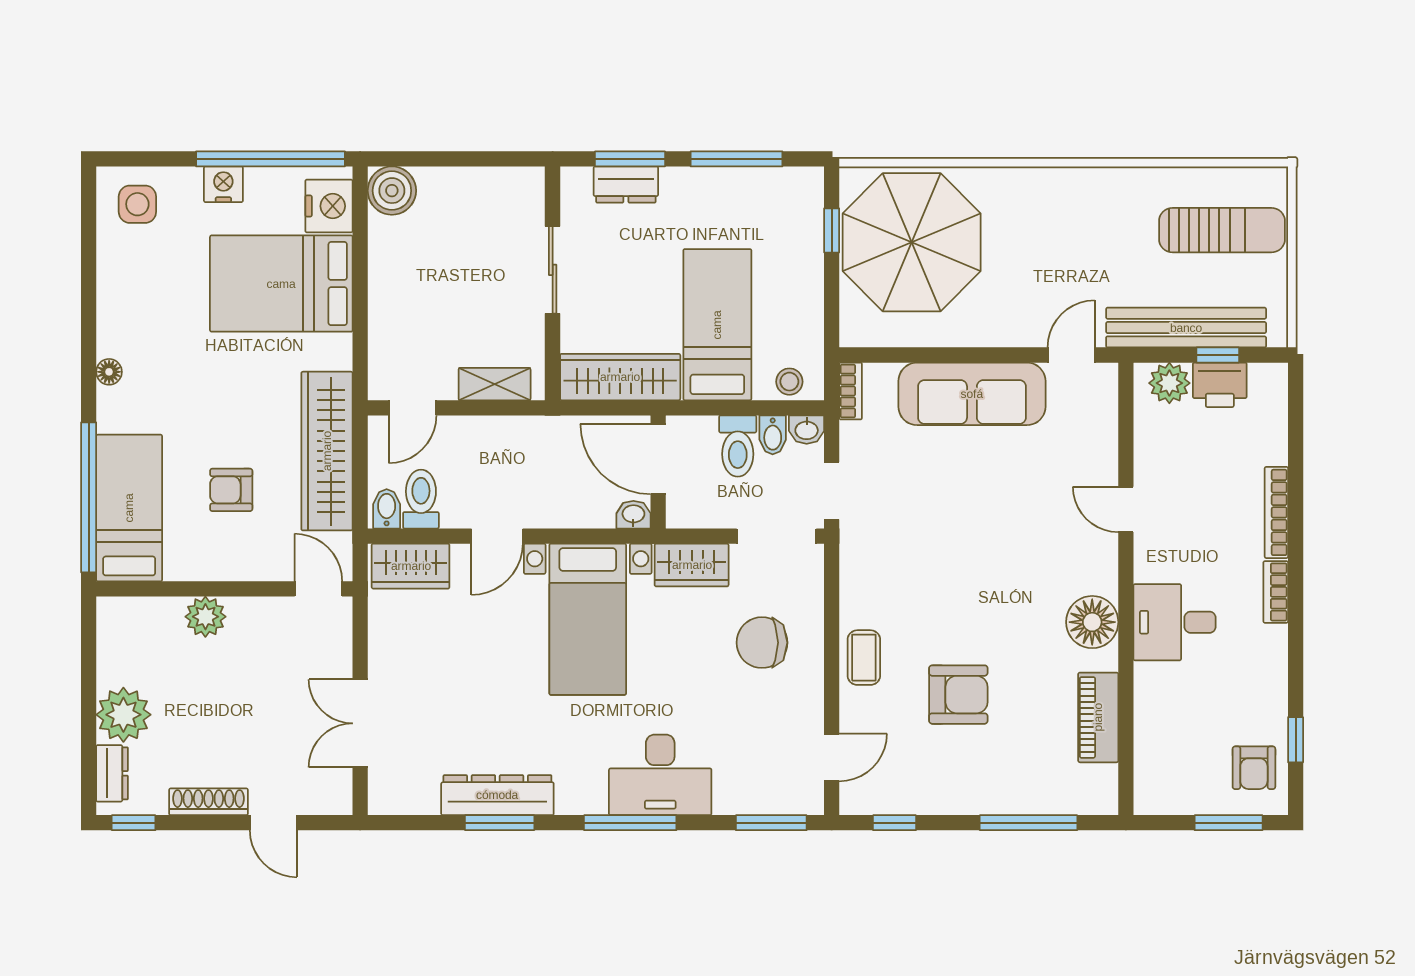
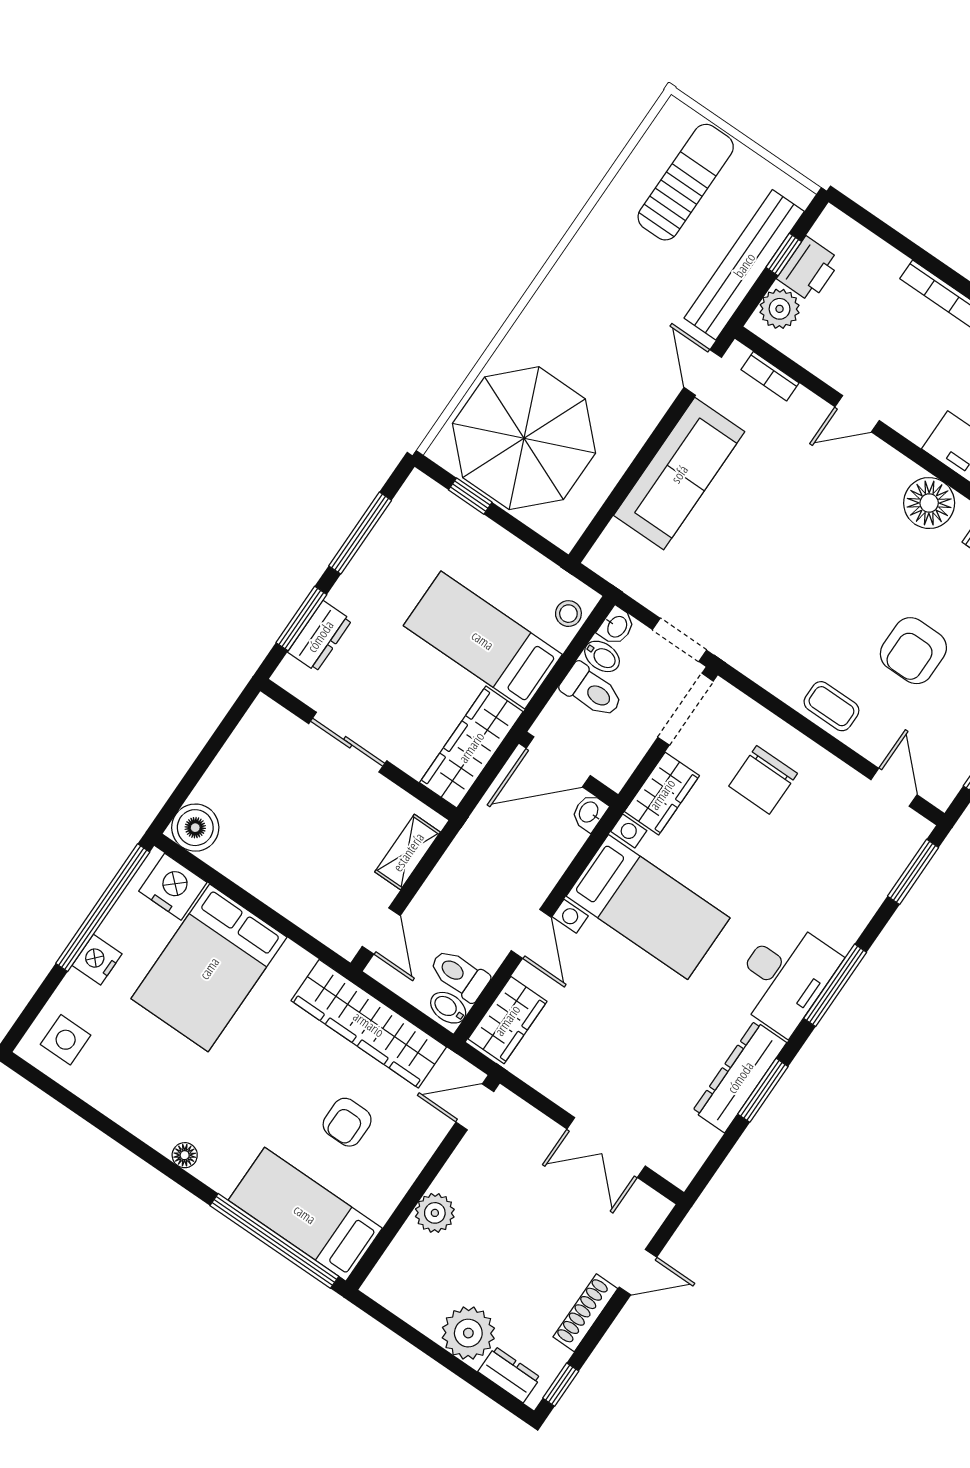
bookcase: (851, 391) -> (770, 376), moved, turned 180
armchair: (958, 695) -> (913, 651), turned 180
desk: (660, 775) -> (784, 977), moved

